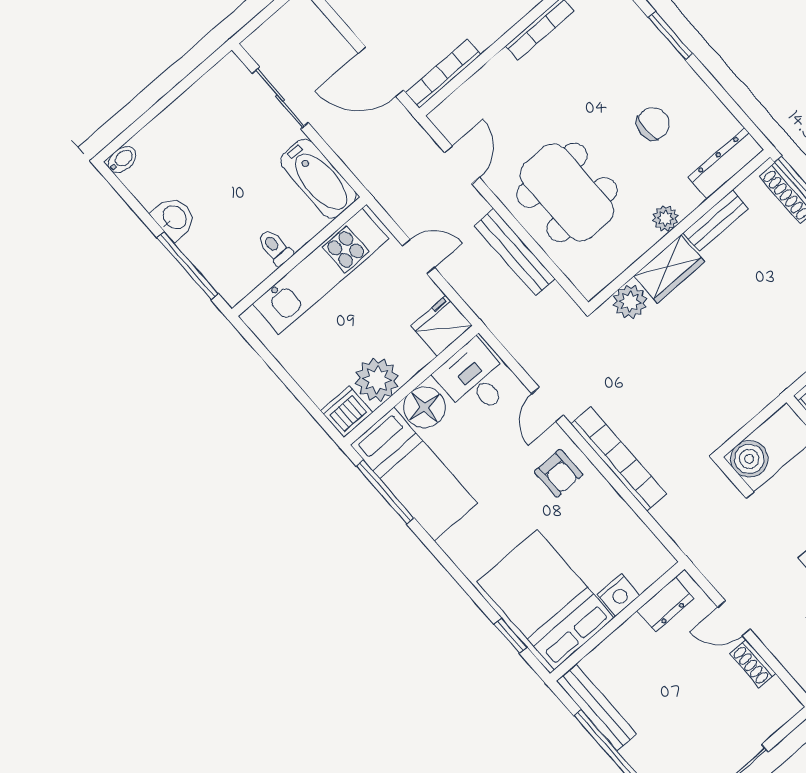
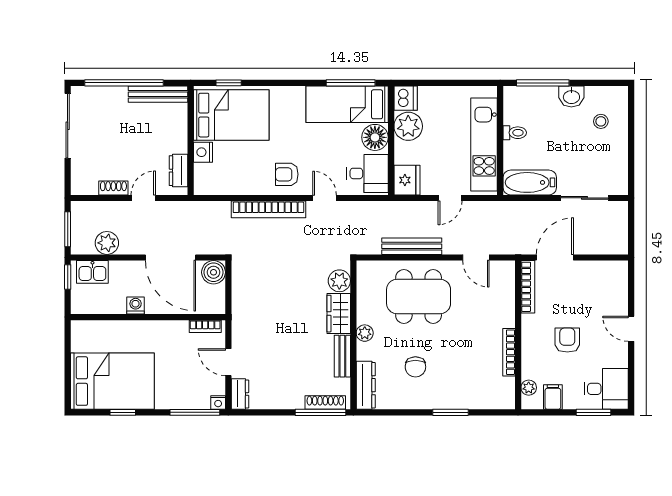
stool: (173, 158) -> (601, 121), added
bidet: (122, 160) -> (621, 96), removed

